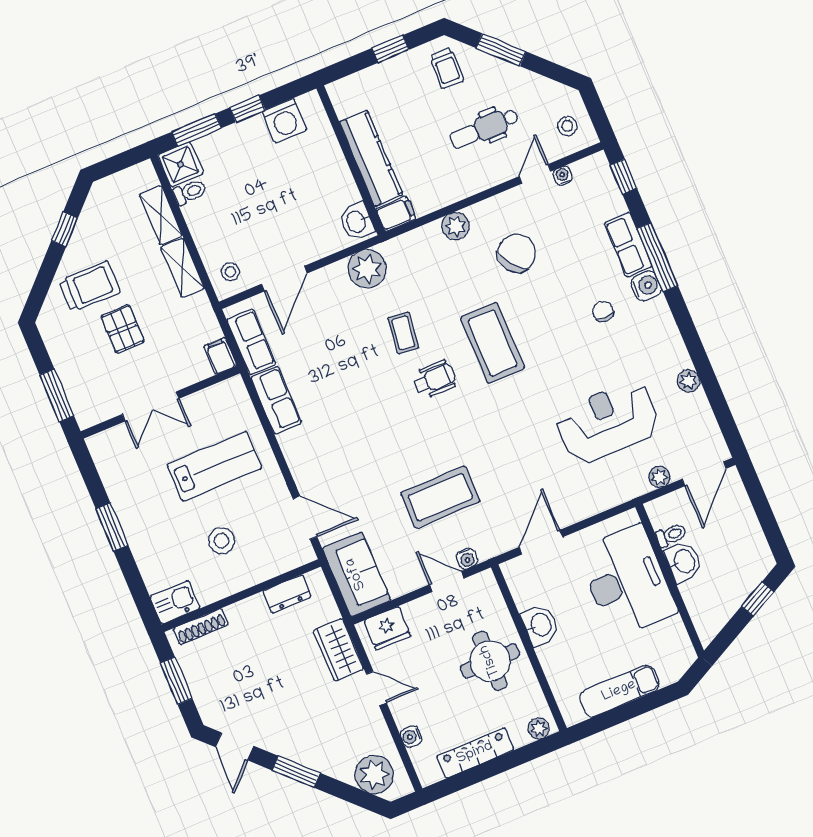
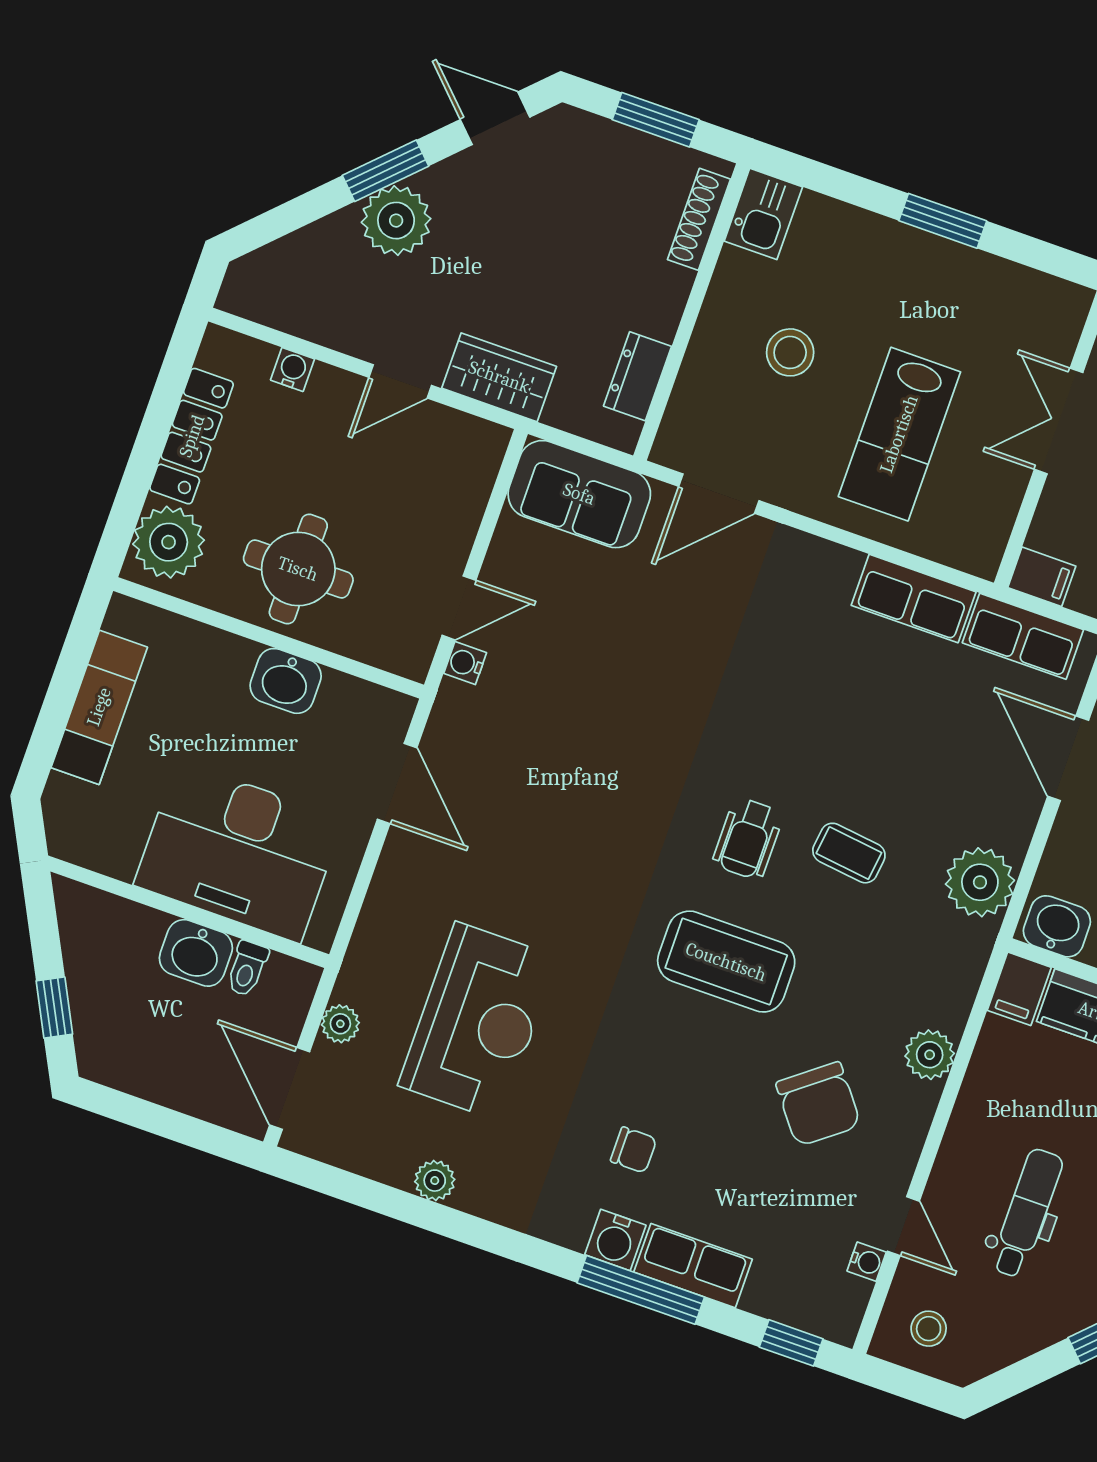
coffee table: (440, 497) -> (581, 702), removed
fridge: (387, 628) -> (468, 470), removed
plant: (539, 728) -> (169, 542), width x1.88, depth x1.88
plant: (374, 774) -> (396, 221), moved

